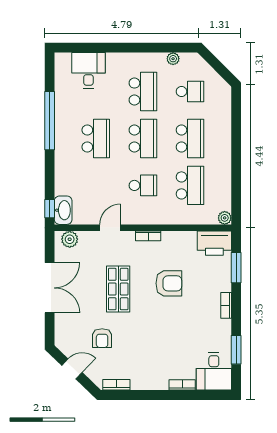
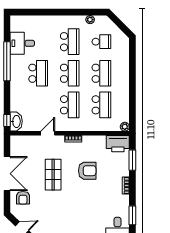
desk: (88, 70) -> (22, 43), moved, turned -90
school desk: (143, 185) -> (70, 105), width x1.85
plant: (70, 239) -> (20, 141), removed
armchair: (102, 338) -> (23, 198), moved

